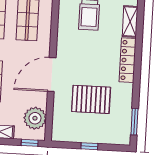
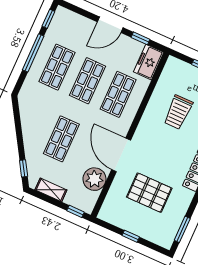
door: (52, 75) -> (121, 155), hinge flipped
plant: (35, 118) -> (94, 179), moved

